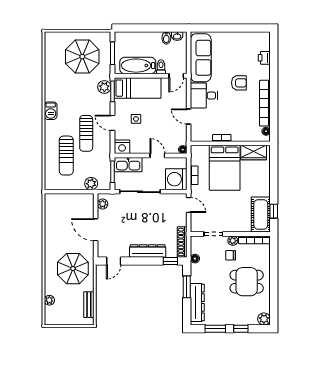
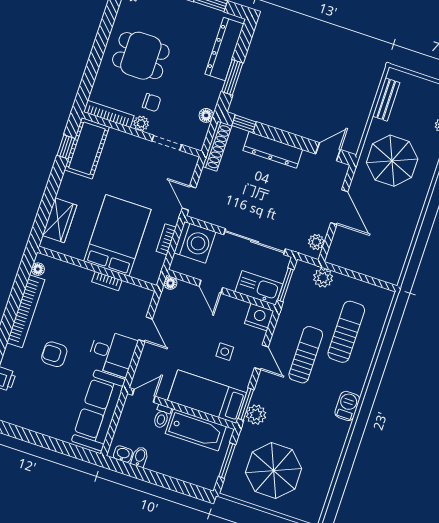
wardrobe: (254, 153) -> (60, 220), moved, turned 90

